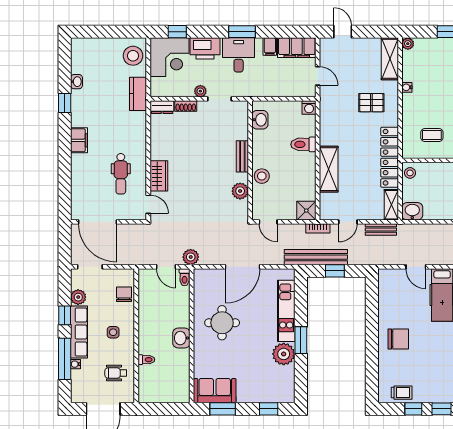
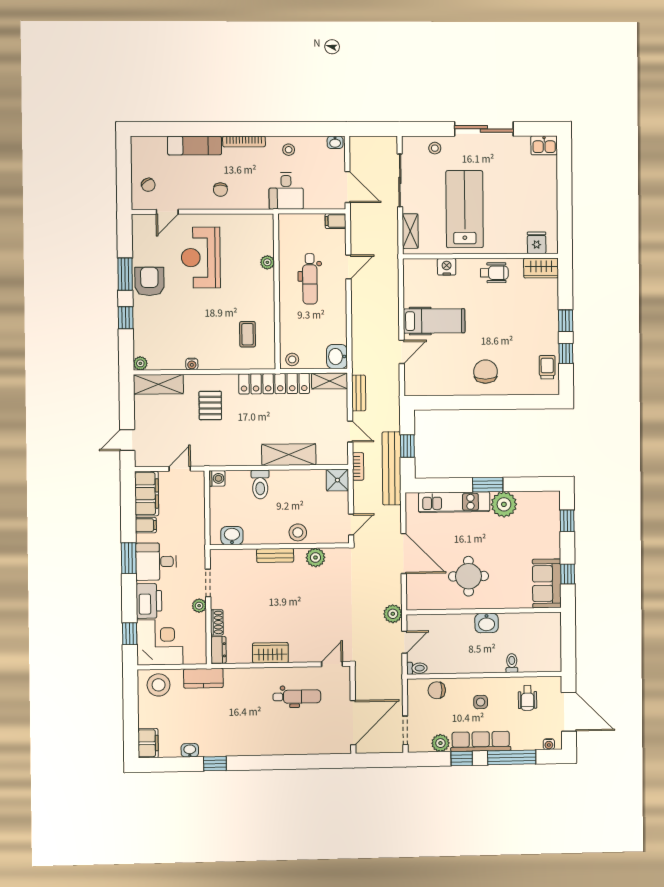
filing cabinet: (79, 140) -> (148, 743), moved, turned 90
wardrobe: (159, 176) -> (270, 653), moved
toilet: (185, 277) -> (417, 668), moved
water cooler: (75, 364) -> (549, 744), moved
window: (223, 409) -> (568, 574), width x0.67

